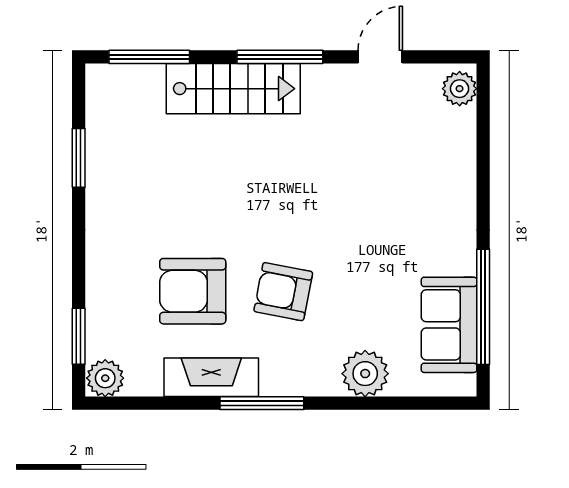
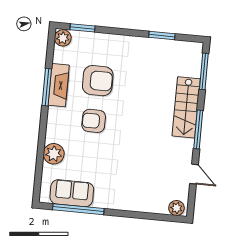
armchair: (193, 291) -> (98, 81), turned 90
armchair: (283, 292) -> (94, 121), turned -101
window: (262, 403) -> (47, 87), moved

